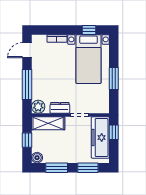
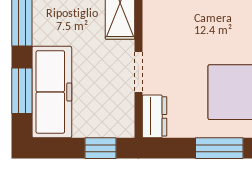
dresser: (60, 108) -> (154, 116), moved
freezer: (100, 138) -> (52, 92), moved, turned 90

